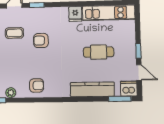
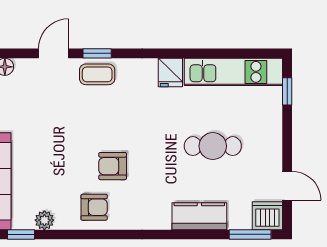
coffee table: (14, 33) -> (97, 74), moved
armchair: (41, 41) -> (113, 166), moved
window: (138, 51) -> (287, 91), moved
kitchen counter: (92, 89) -> (199, 216), width x0.67

